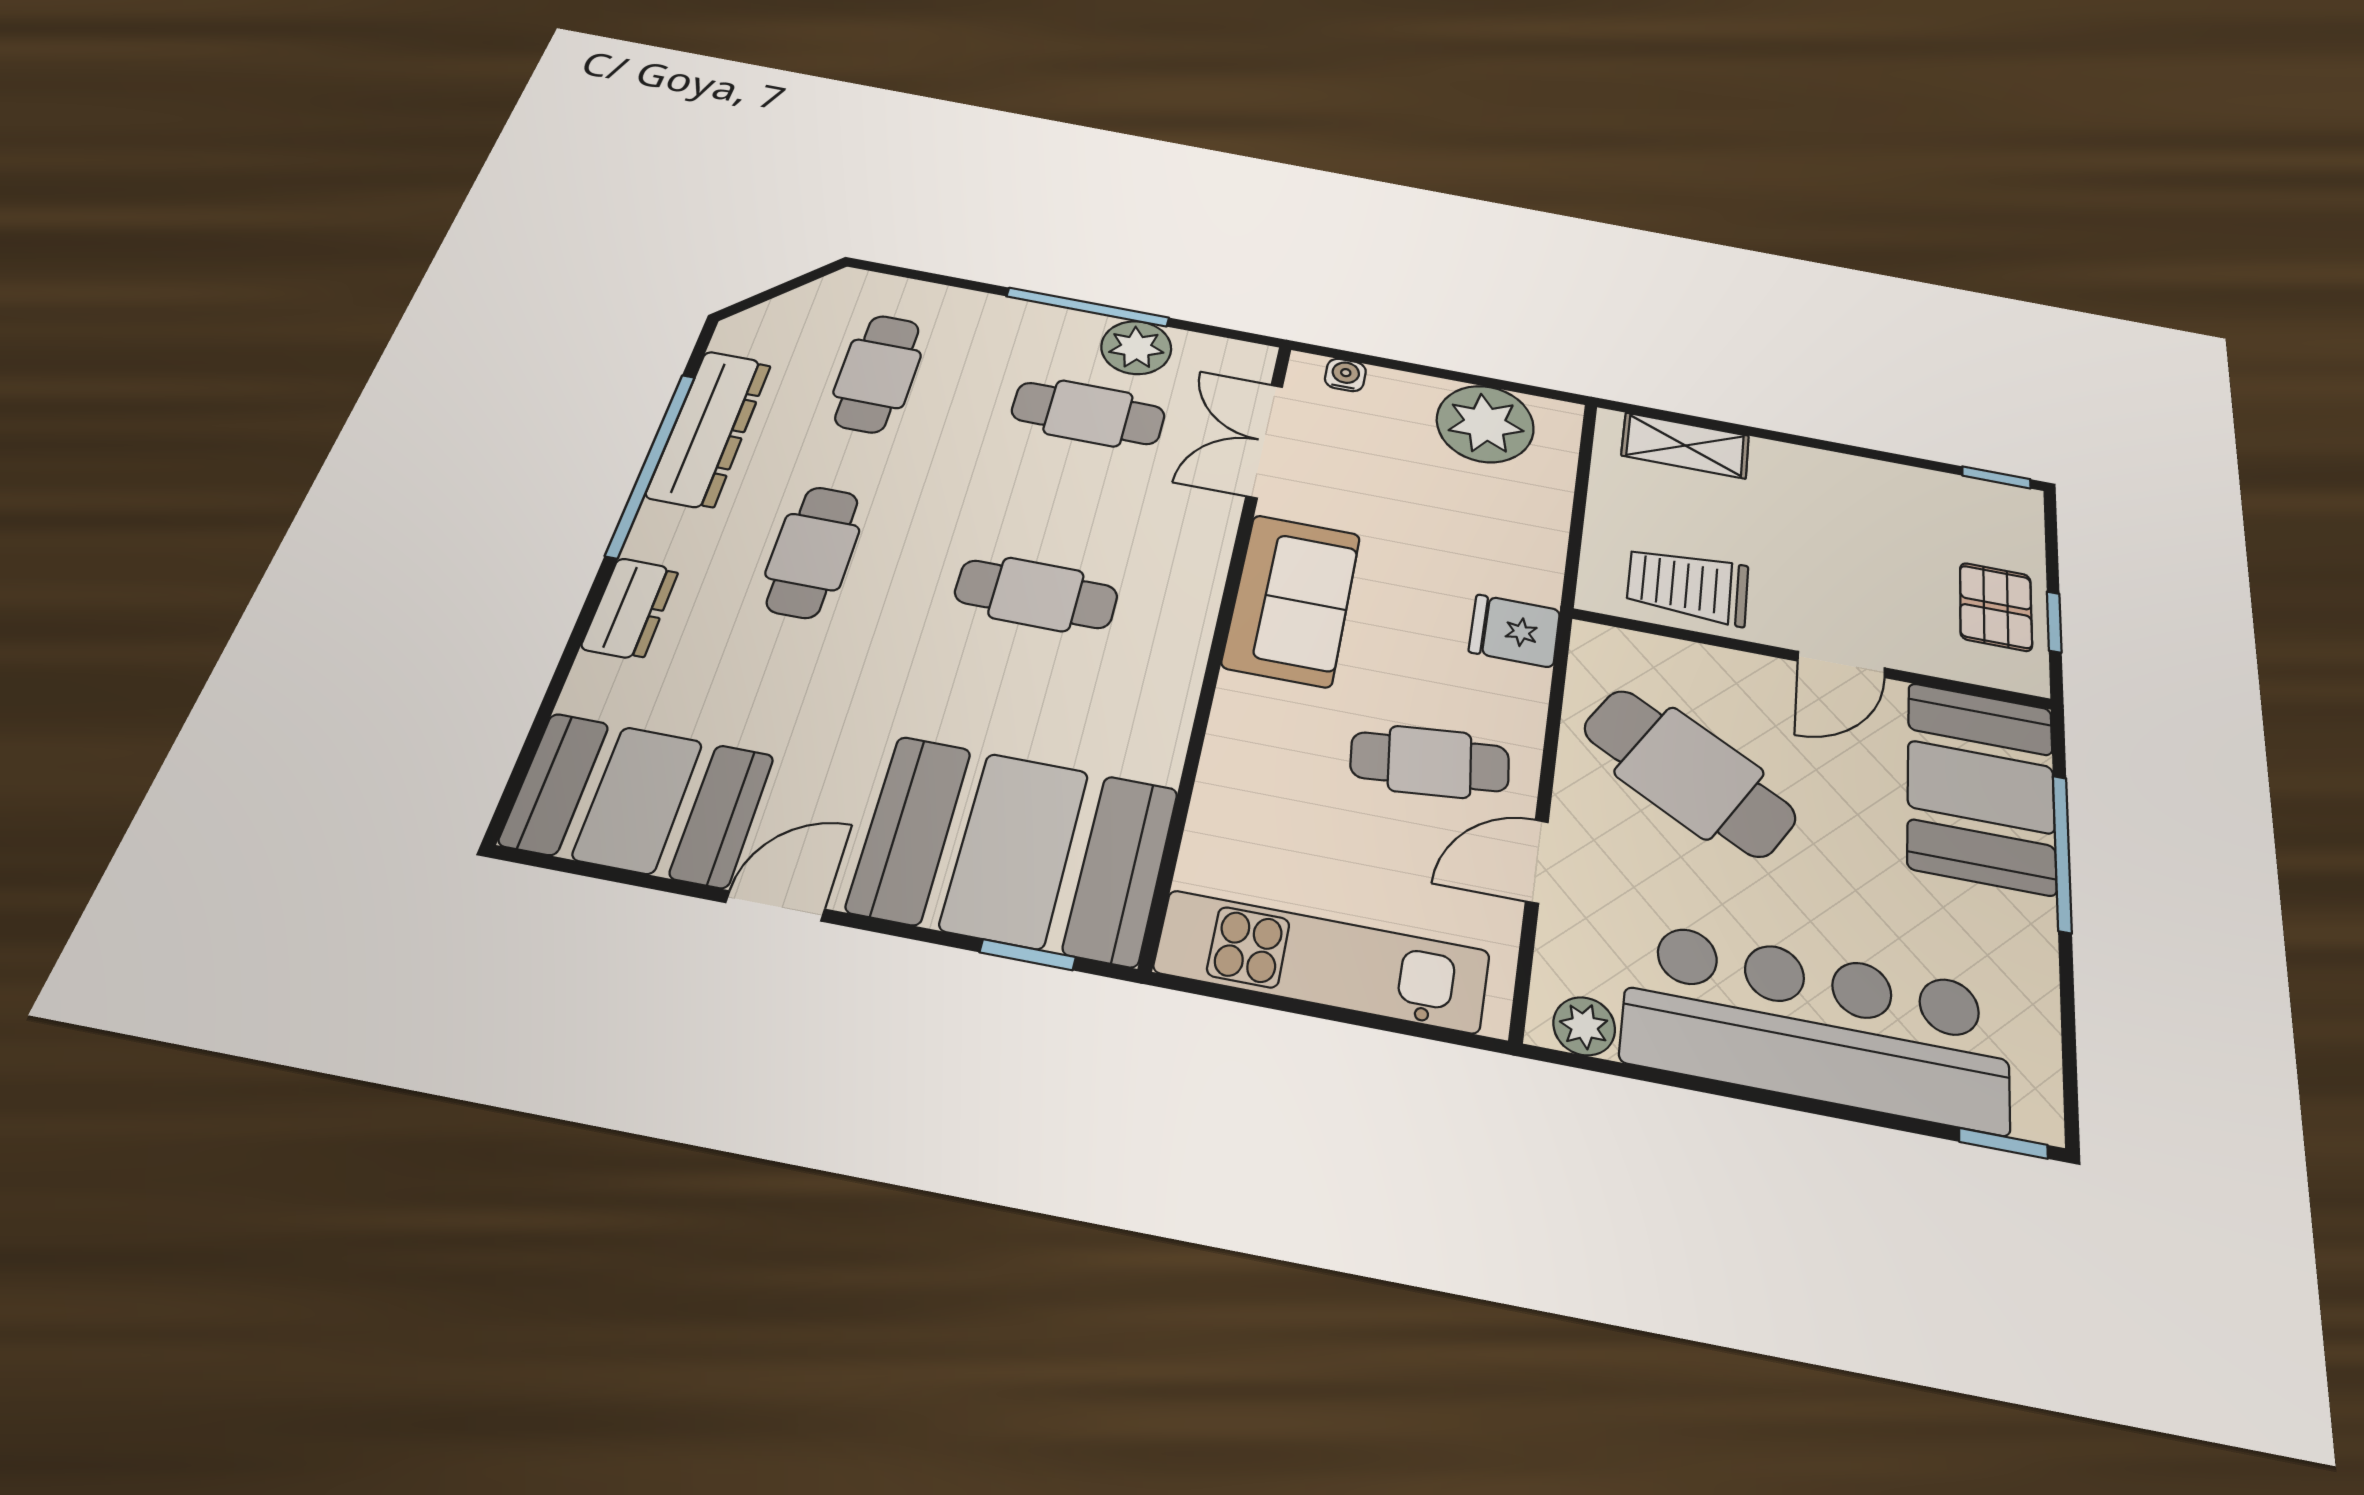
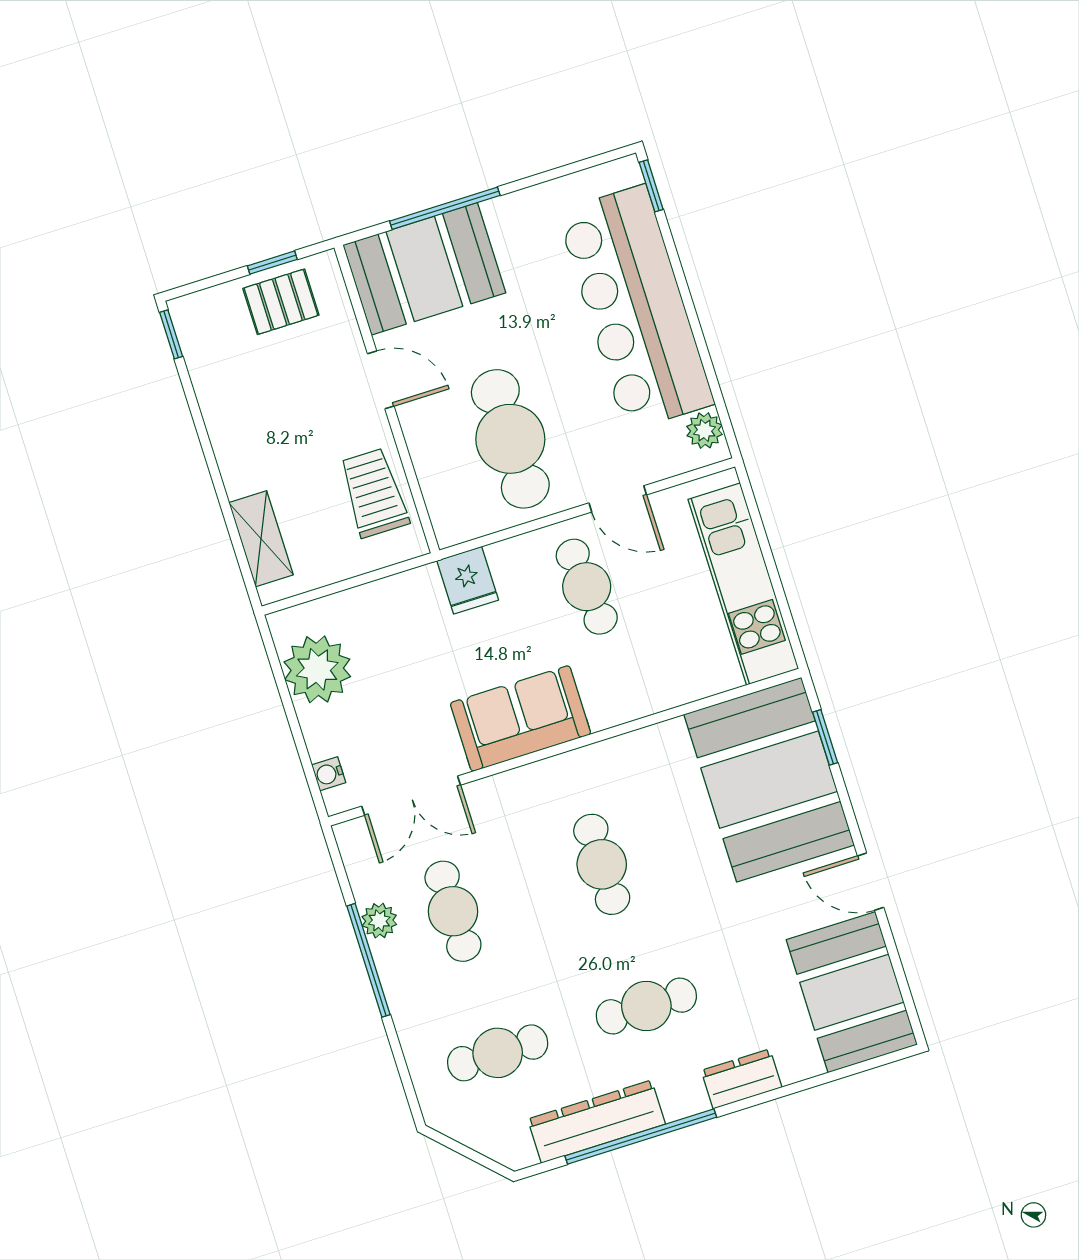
plant: (1136, 348) -> (379, 921), width x0.73, depth x0.73
trolley: (1688, 586) -> (374, 493), turned 180
cafe table: (1689, 773) -> (510, 439), turned -30

